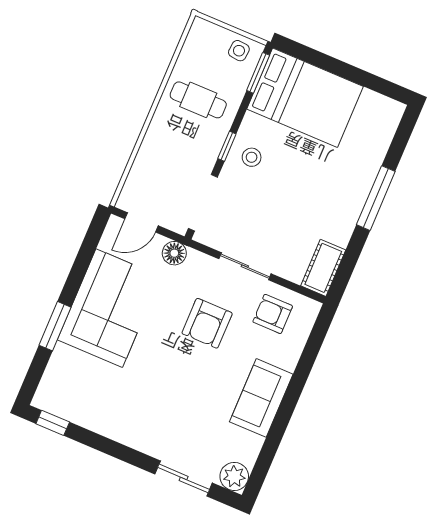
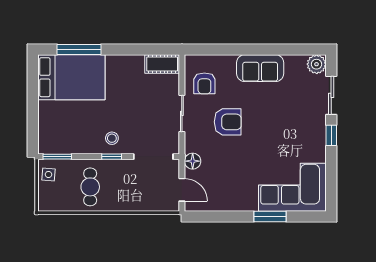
bed: (305, 98) -> (71, 77), moved, turned 90
window: (376, 198) -> (79, 50), moved
corner sofa: (109, 308) -> (292, 187), moved
window: (53, 423) -> (331, 135), moved

